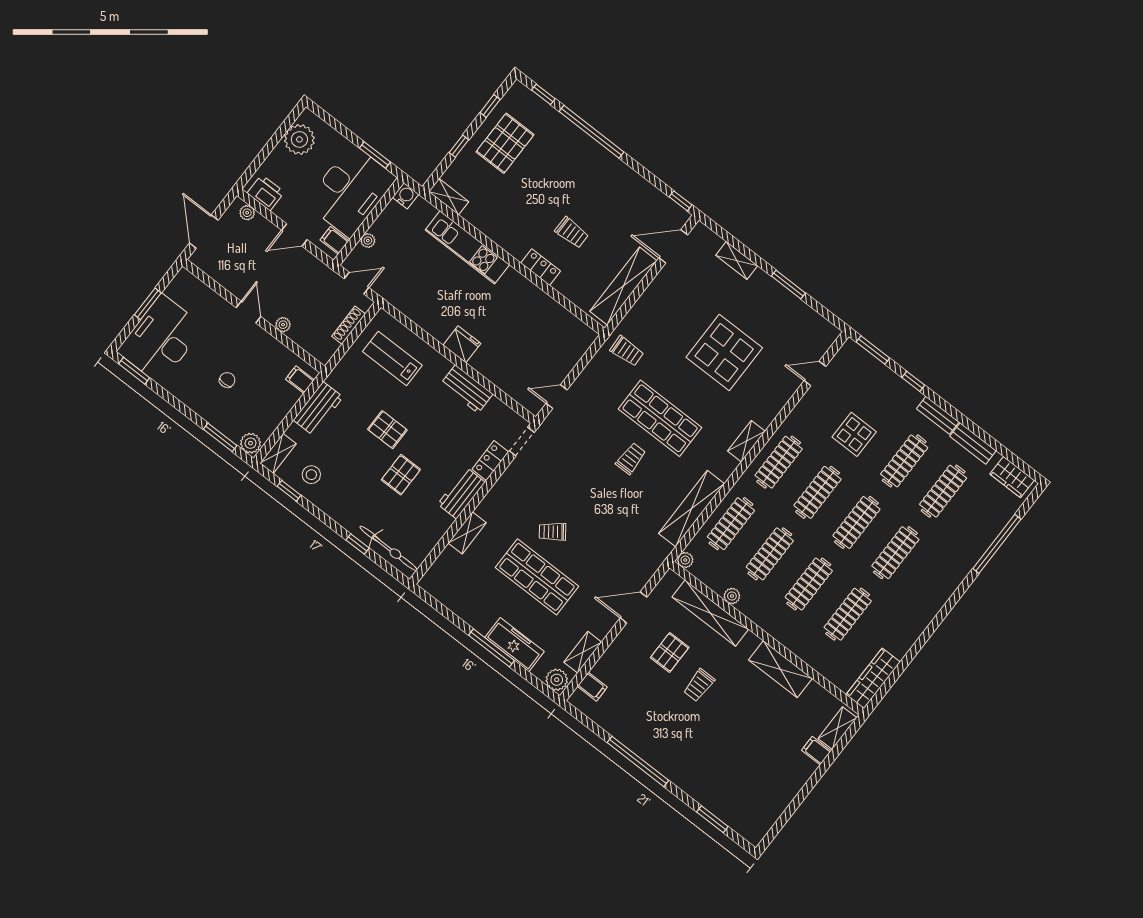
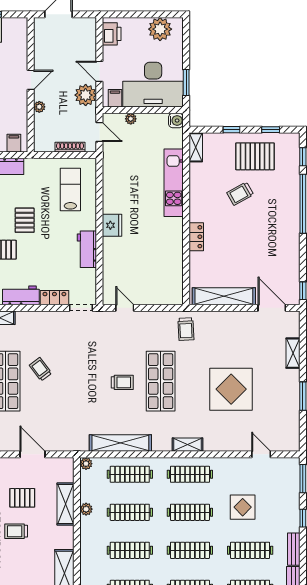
plant: (247, 213) -> (86, 95), moved, width x1.87, depth x1.87
trolley: (572, 233) -> (240, 194), moved, turned 61
shelving: (710, 613) -> (65, 504), width x0.68

